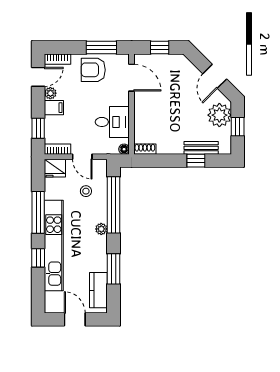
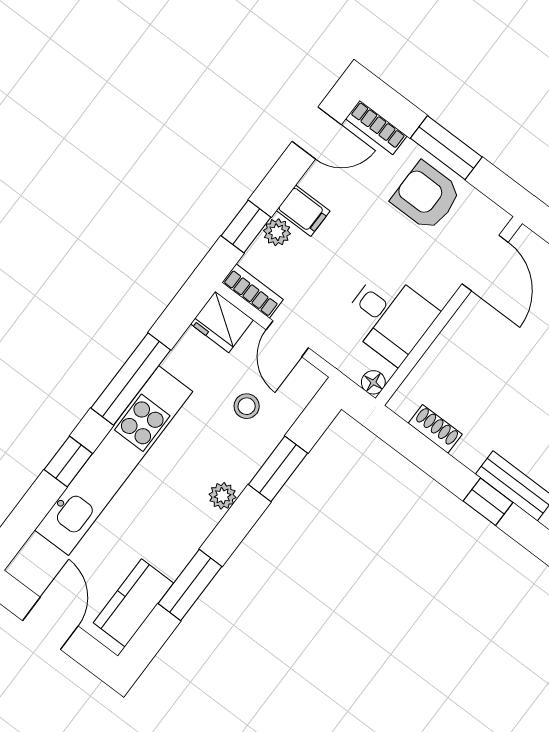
window: (101, 48) -> (446, 148), moved
plant: (50, 93) -> (277, 232), moved
shoe rack: (145, 149) -> (435, 429), moved
window: (114, 205) -> (278, 469), width x0.47

